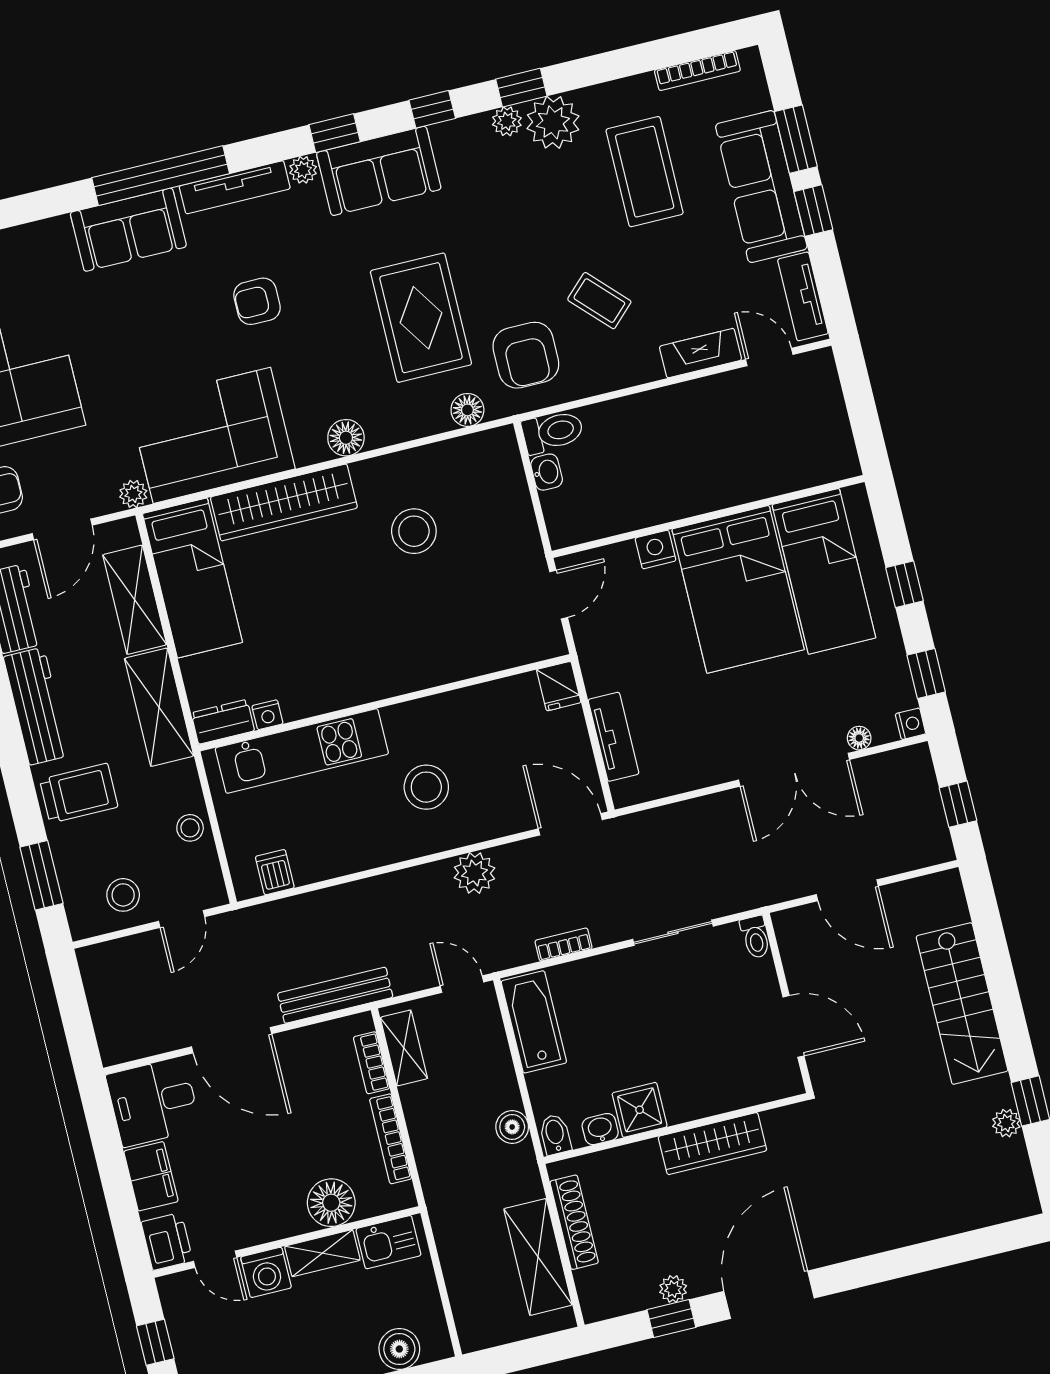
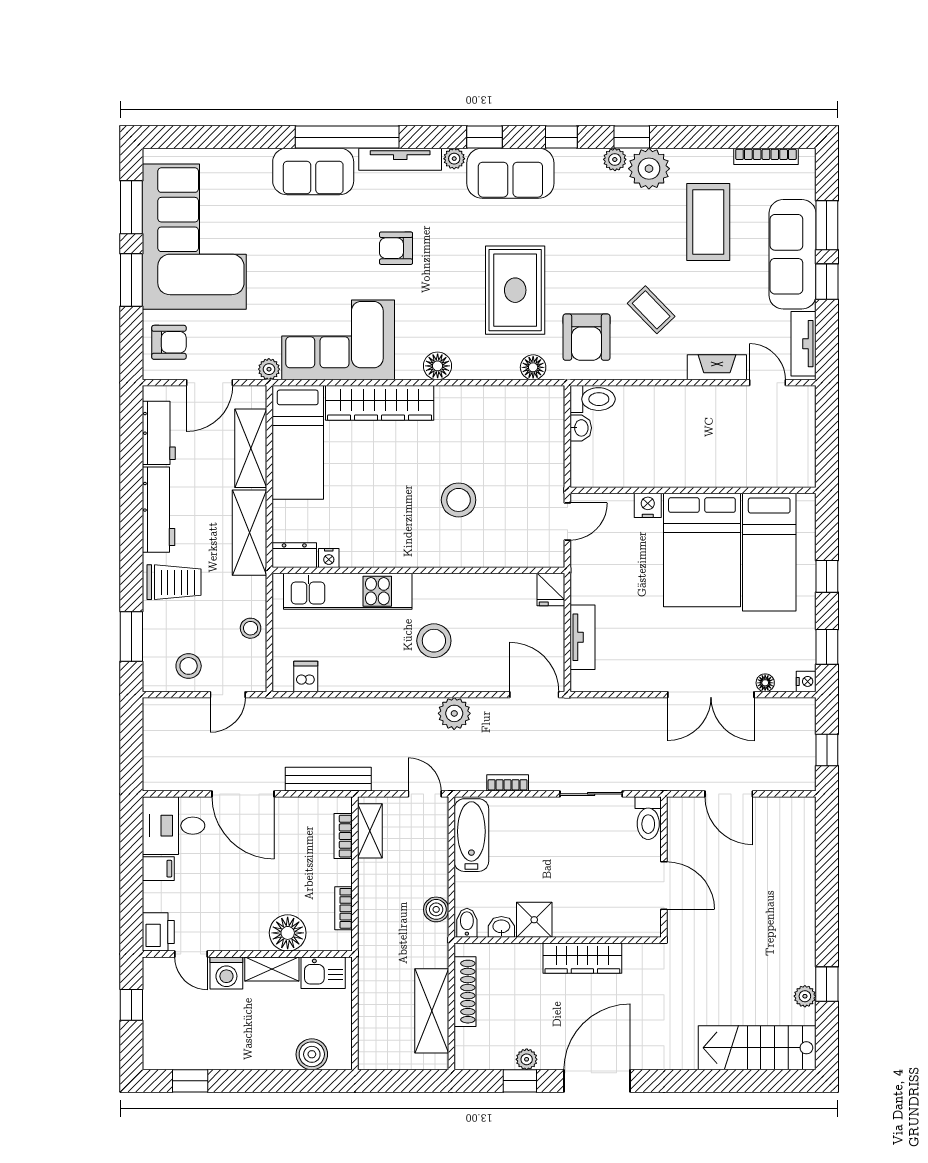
stool: (414, 531) -> (459, 500), moved
toilet: (755, 937) -> (648, 818), width x1.37, depth x1.39
stairs: (962, 1004) -> (757, 1048), moved, turned 90
bookcase: (391, 1139) -> (343, 908), width x0.64
filing cabinet: (151, 1176) -> (158, 869), width x0.50

